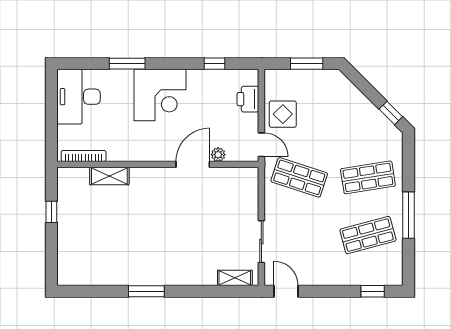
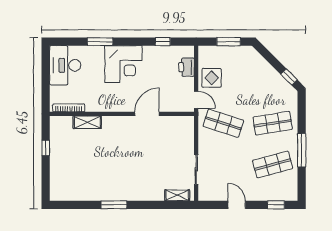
plant: (218, 155) -> (165, 107), removed
door: (286, 291) -> (237, 205), moved

